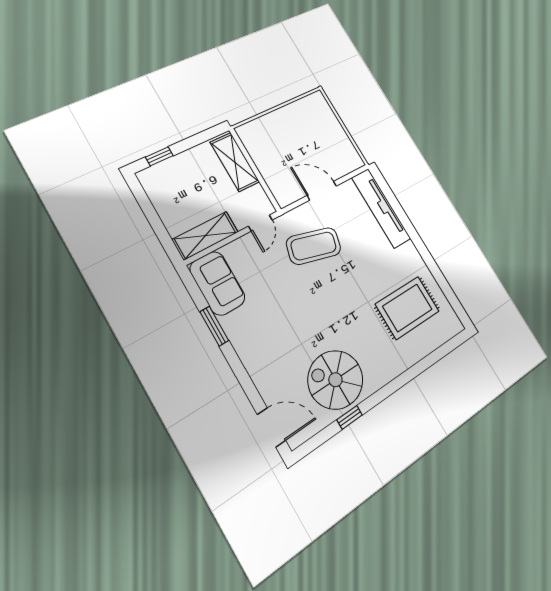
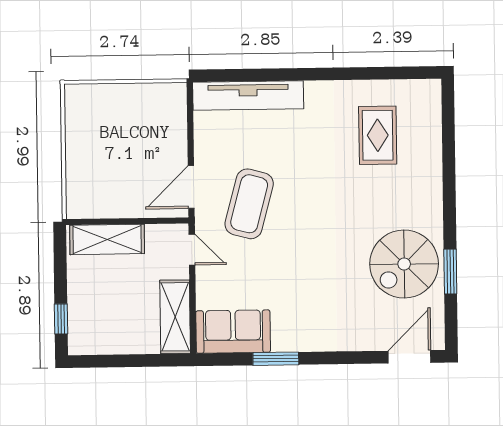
door: (322, 191) -> (191, 187), moved
rug: (407, 308) -> (378, 135), width x0.73, depth x0.70
window: (350, 417) -> (450, 272), width x1.50

